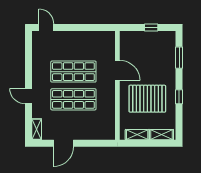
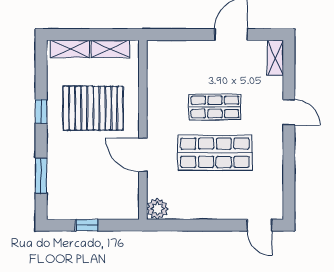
plant: (108, 38) -> (157, 209), added
shop shelf: (73, 99) -> (215, 107), width x0.70, depth x0.74

